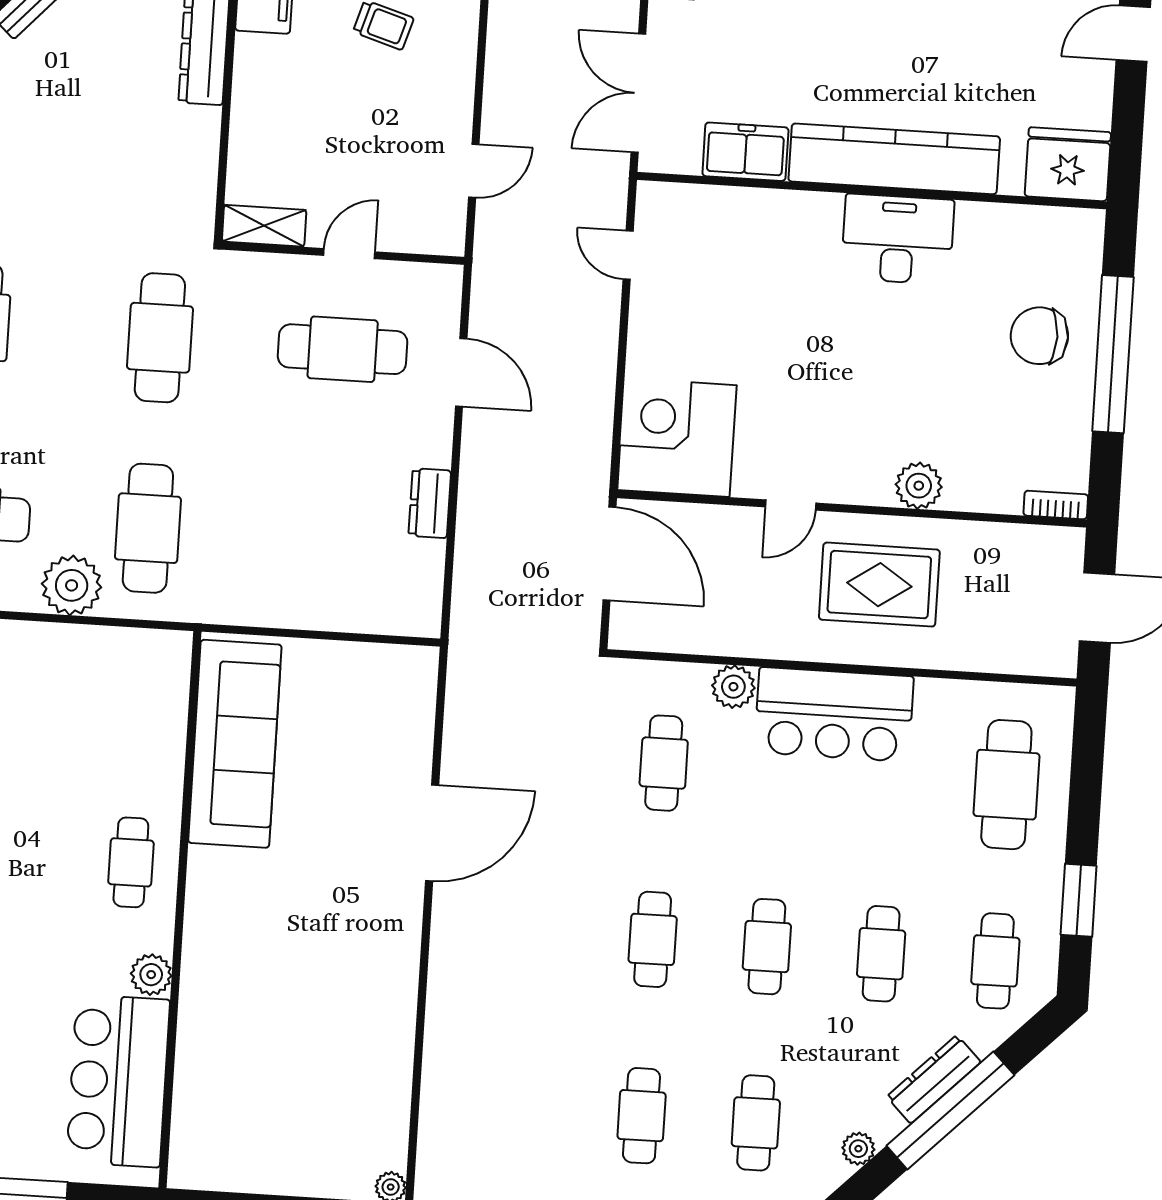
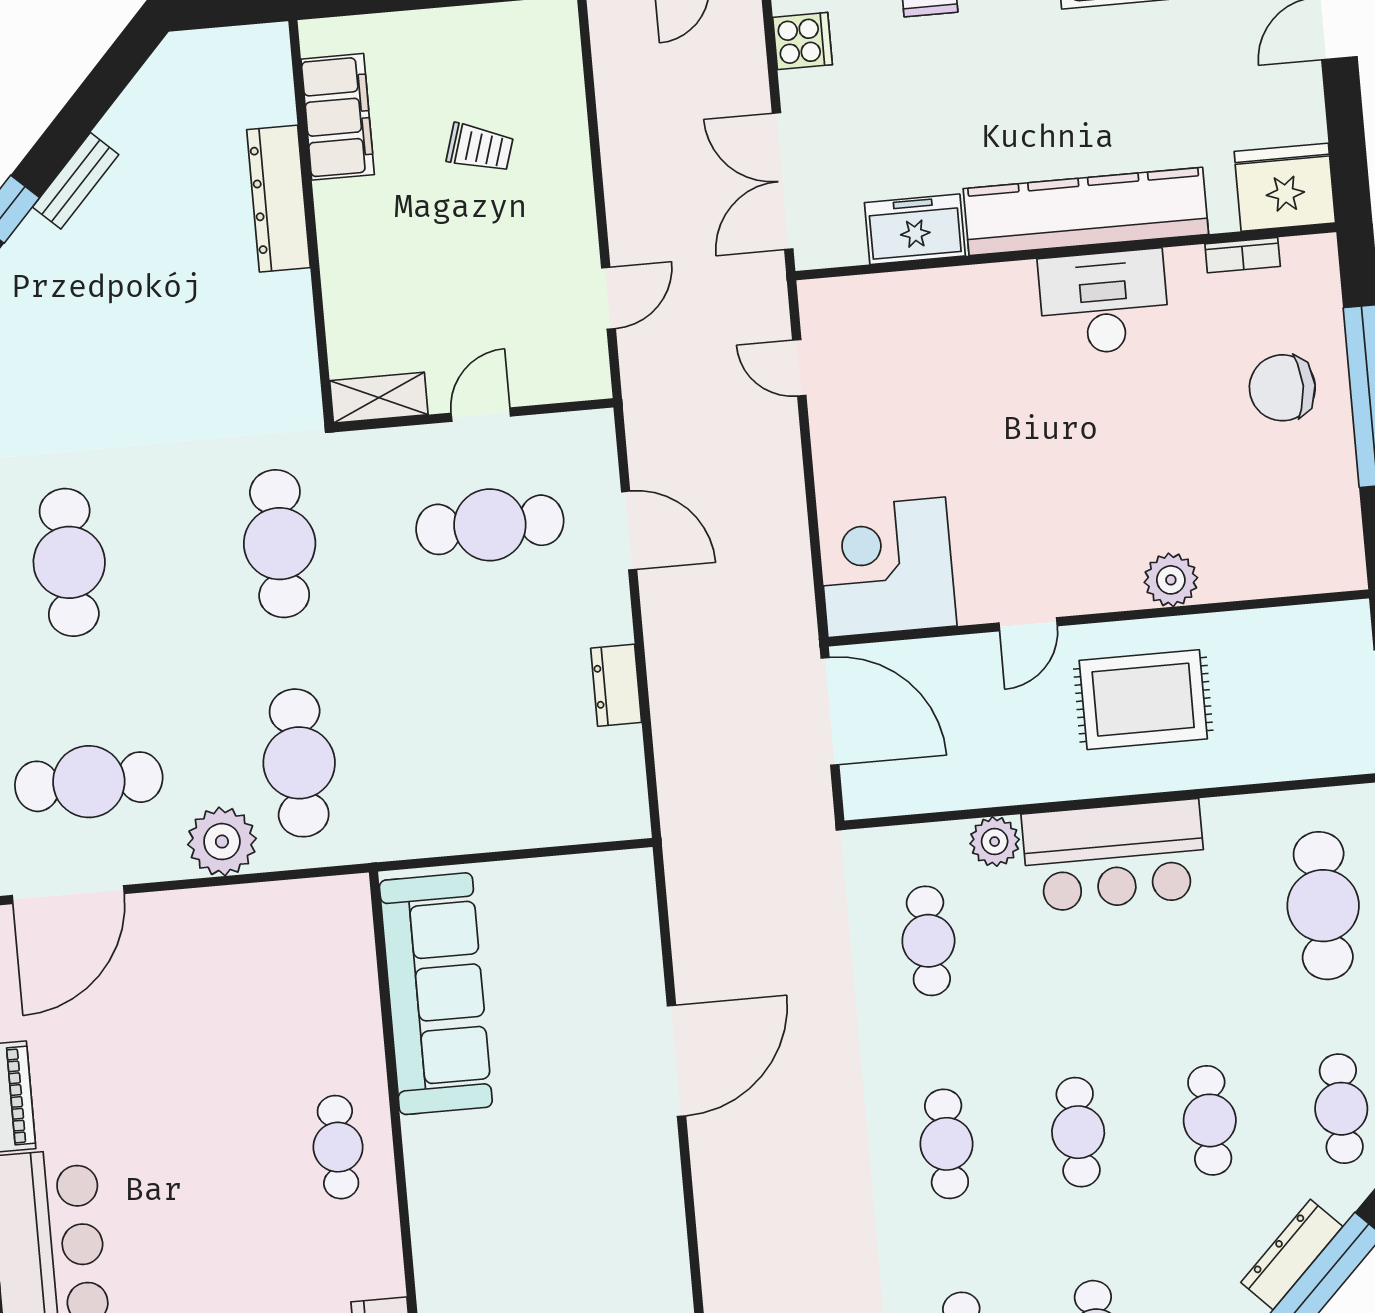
bookcase: (1056, 505) -> (1243, 255), moved, turned 180
plant: (151, 975) -> (381, 1272), removed

